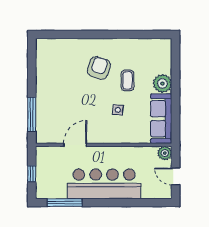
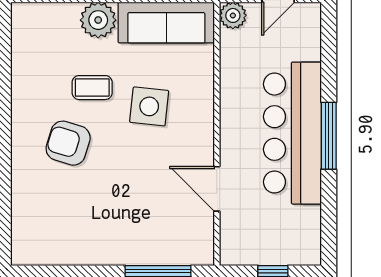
side table: (118, 110) -> (149, 106), width x1.87, depth x1.87
window: (65, 203) -> (329, 136), moved

